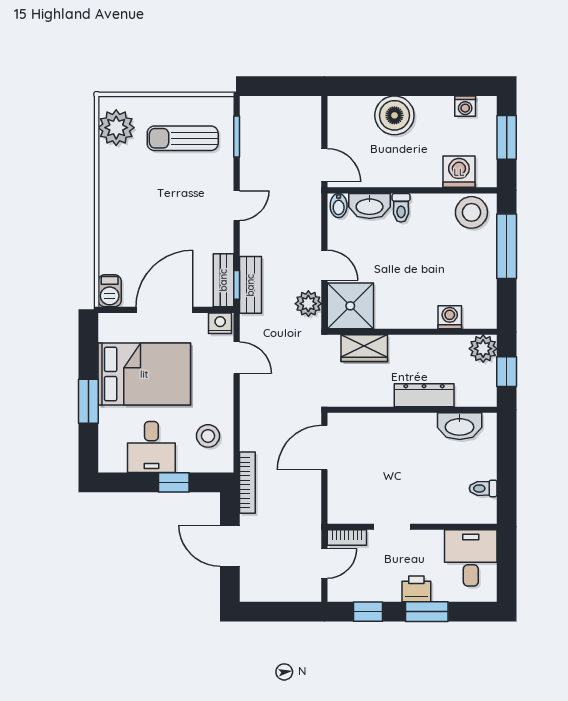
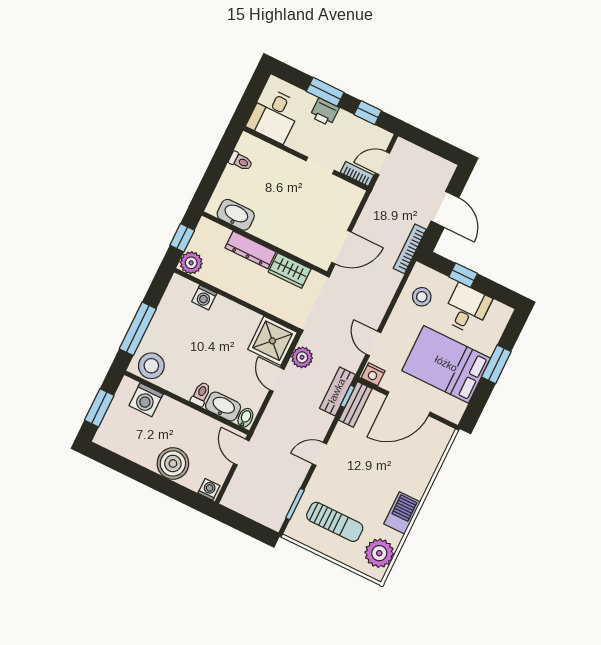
washing machine: (465, 106) -> (209, 489), moved
barbecue: (110, 291) -> (402, 513), moved, width x1.38, depth x1.27
wardrobe: (364, 348) -> (290, 271), moved, turned 180

